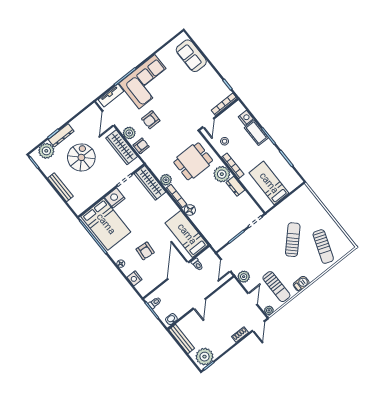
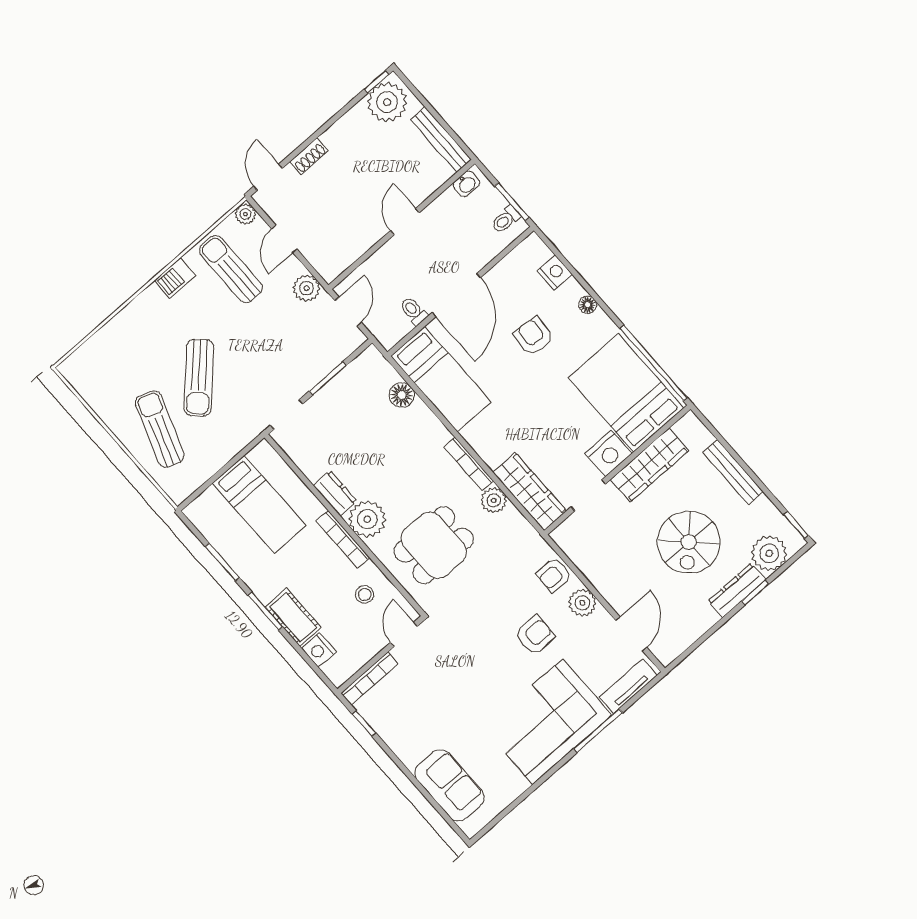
wardrobe: (122, 147) -> (650, 465), moved, turned 90
floor lamp: (190, 210) -> (402, 395), moved
sun lounger: (323, 247) -> (160, 429), moved

